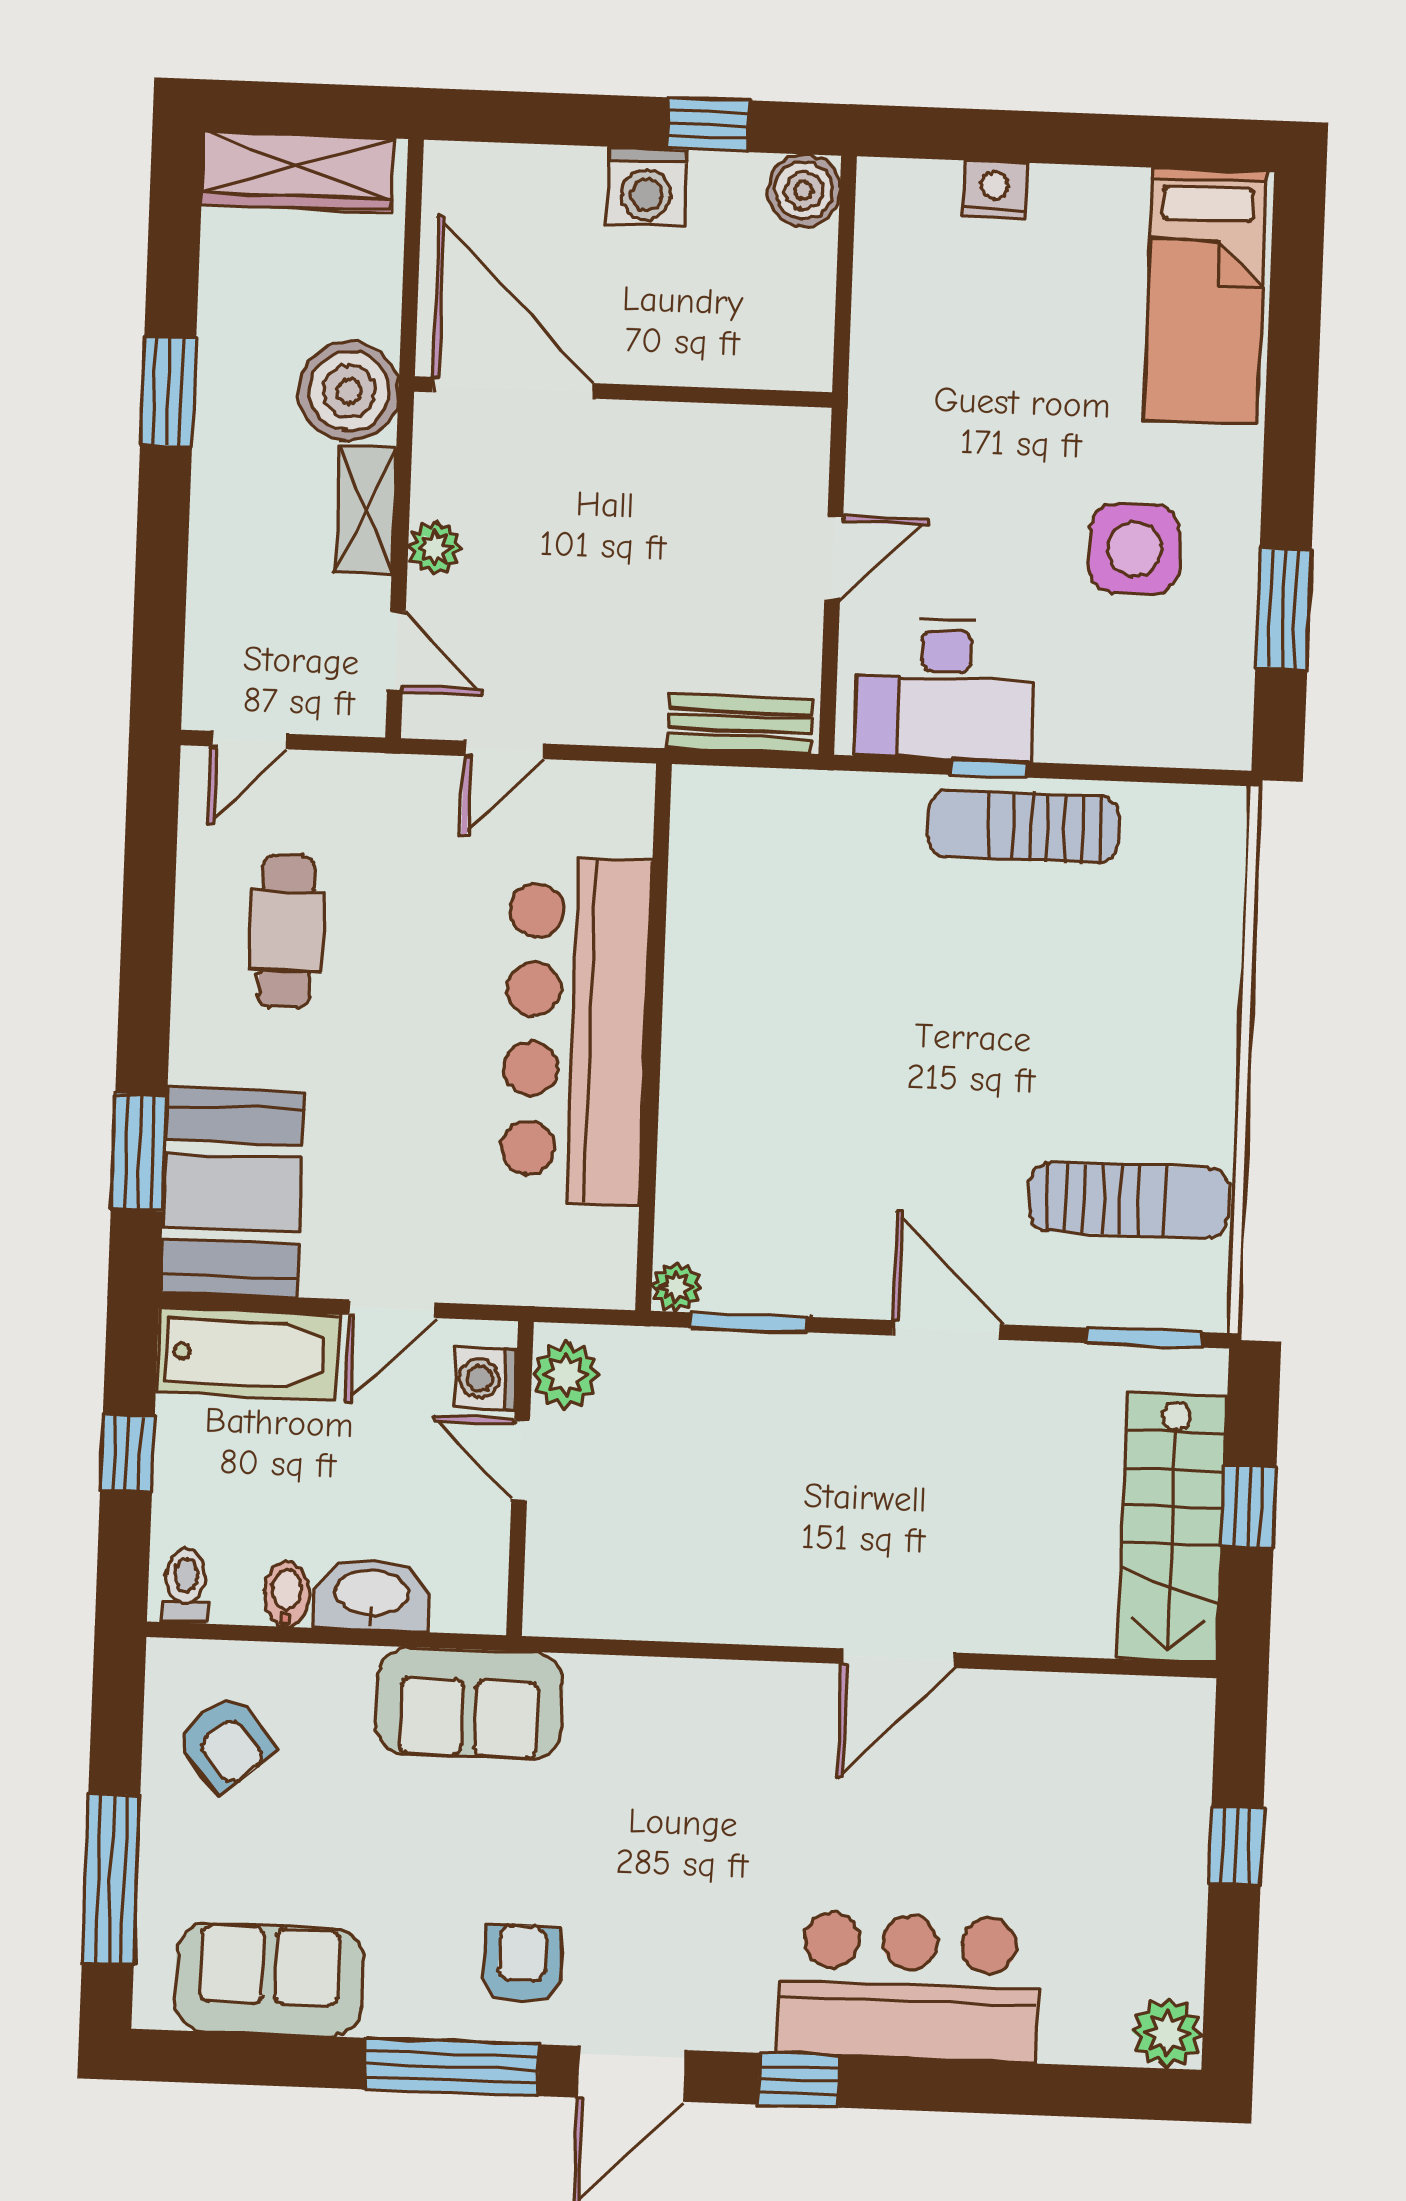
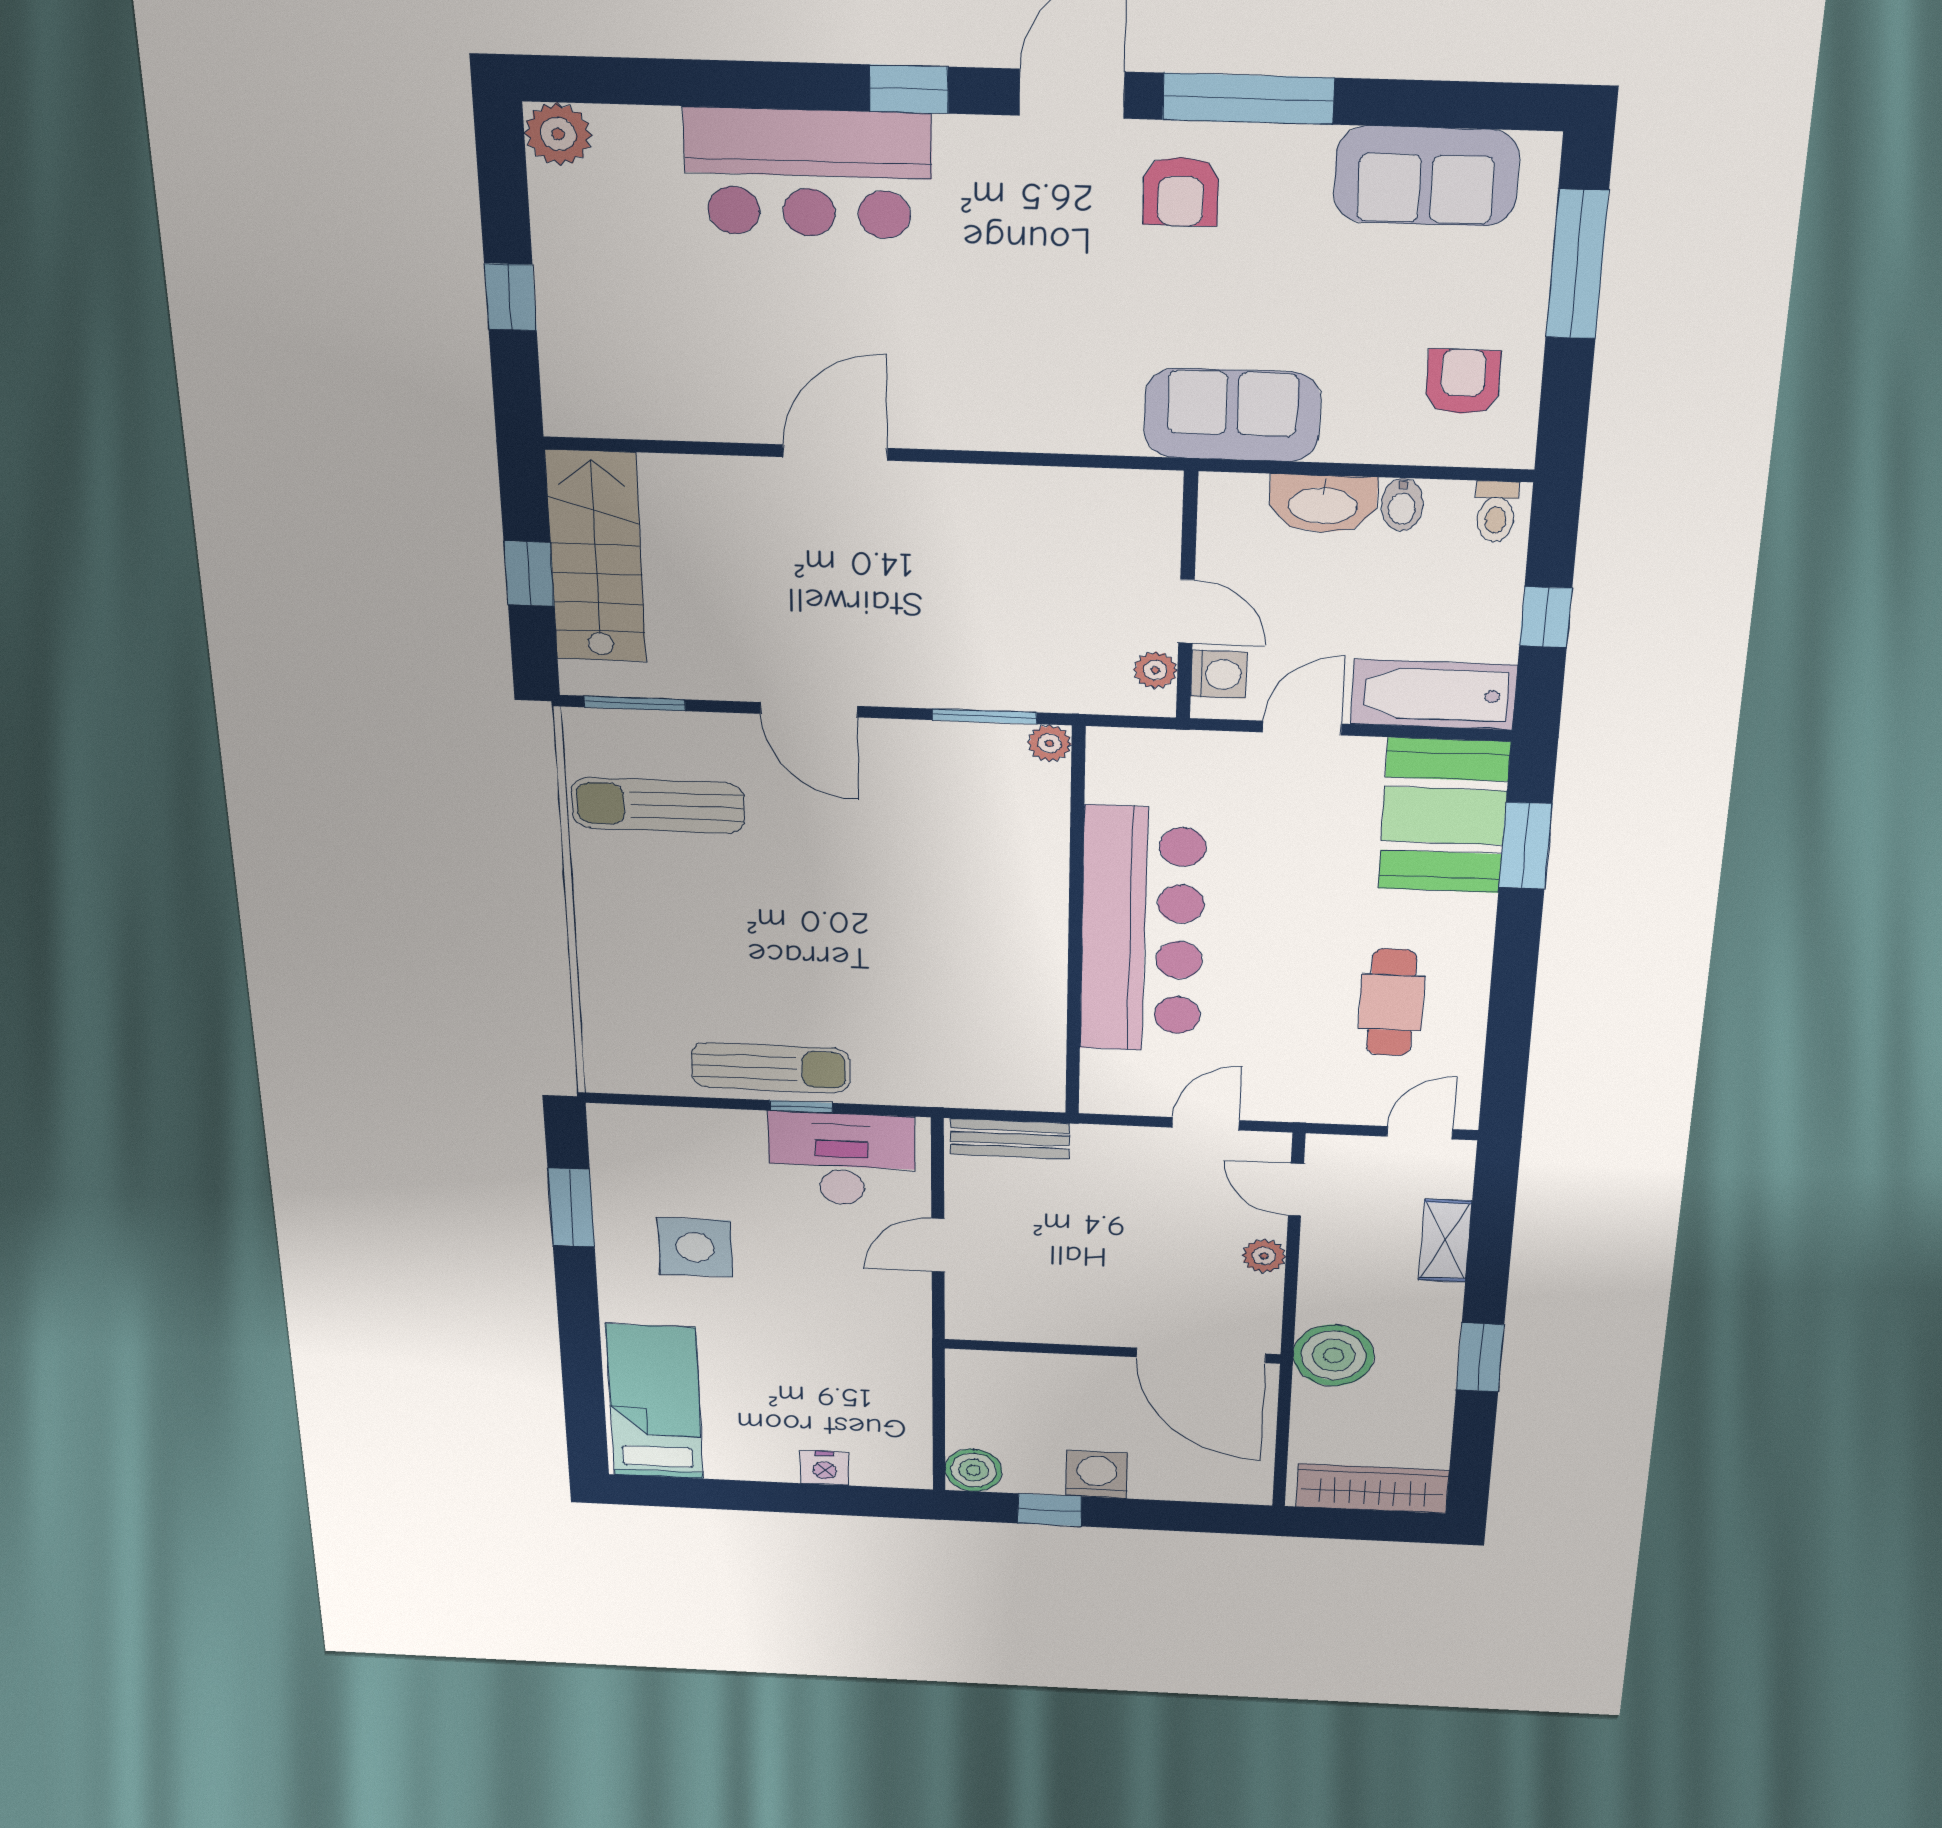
shelving: (366, 510) -> (1445, 1241), moved
plant: (566, 1375) -> (1155, 670), width x0.73, depth x0.73
armchair: (225, 1743) -> (1463, 382), turned 40

